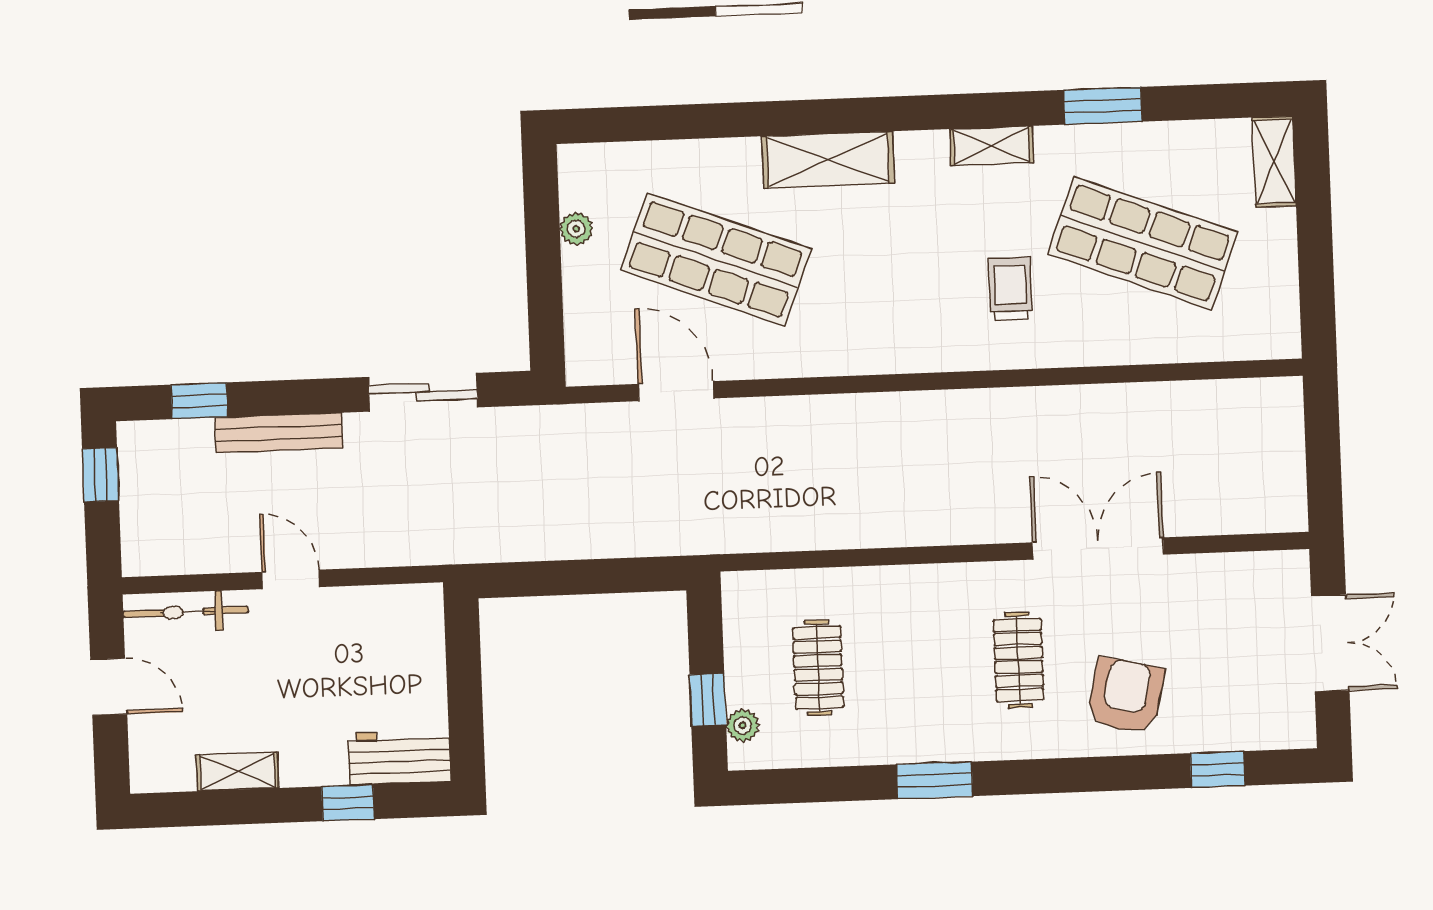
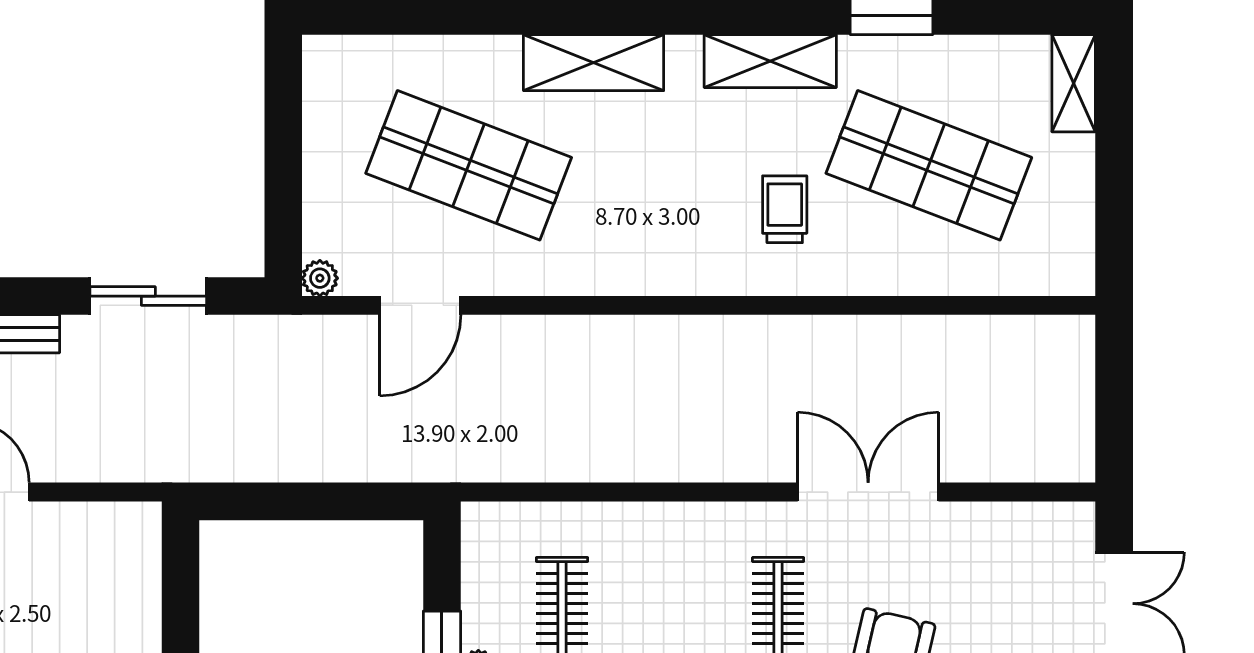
shelving: (992, 146) -> (770, 61), width x1.50, depth x1.33
plant: (576, 229) -> (320, 278), moved
door: (676, 391) -> (420, 305), swing flipped

